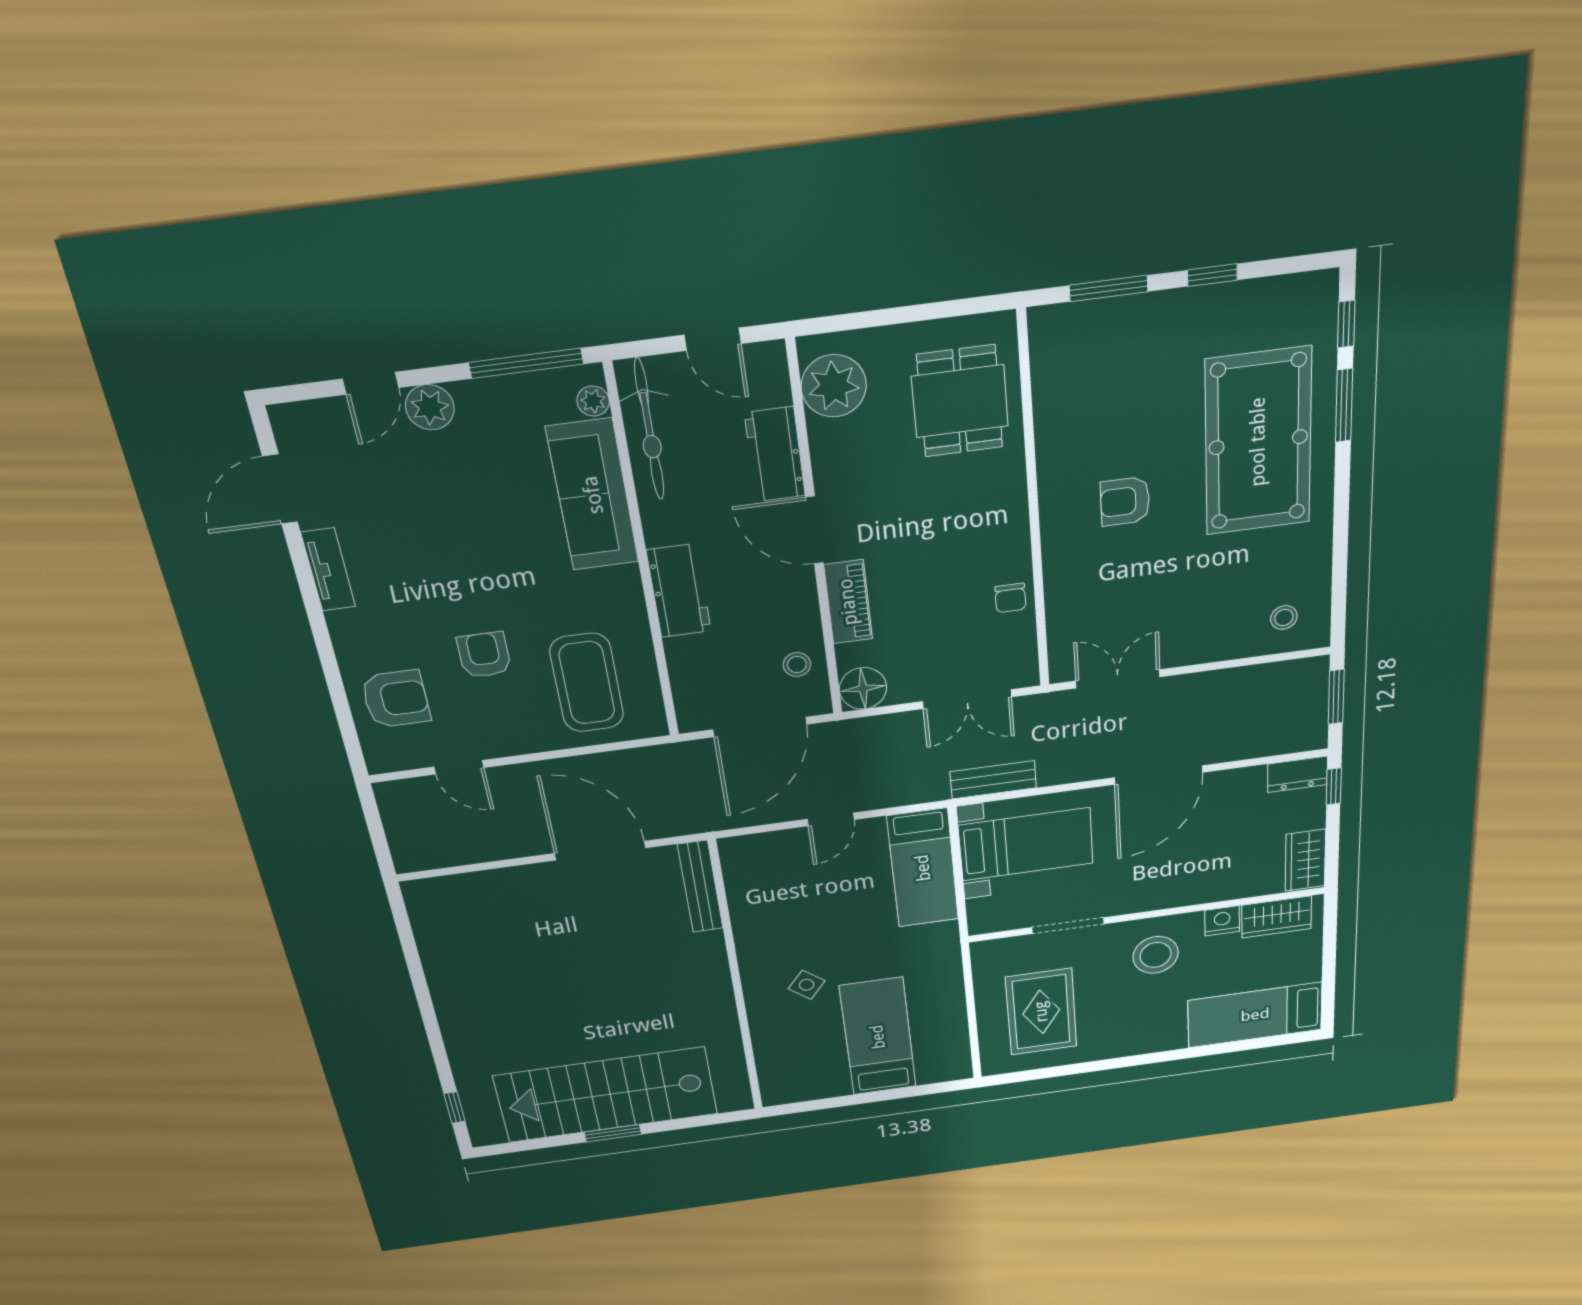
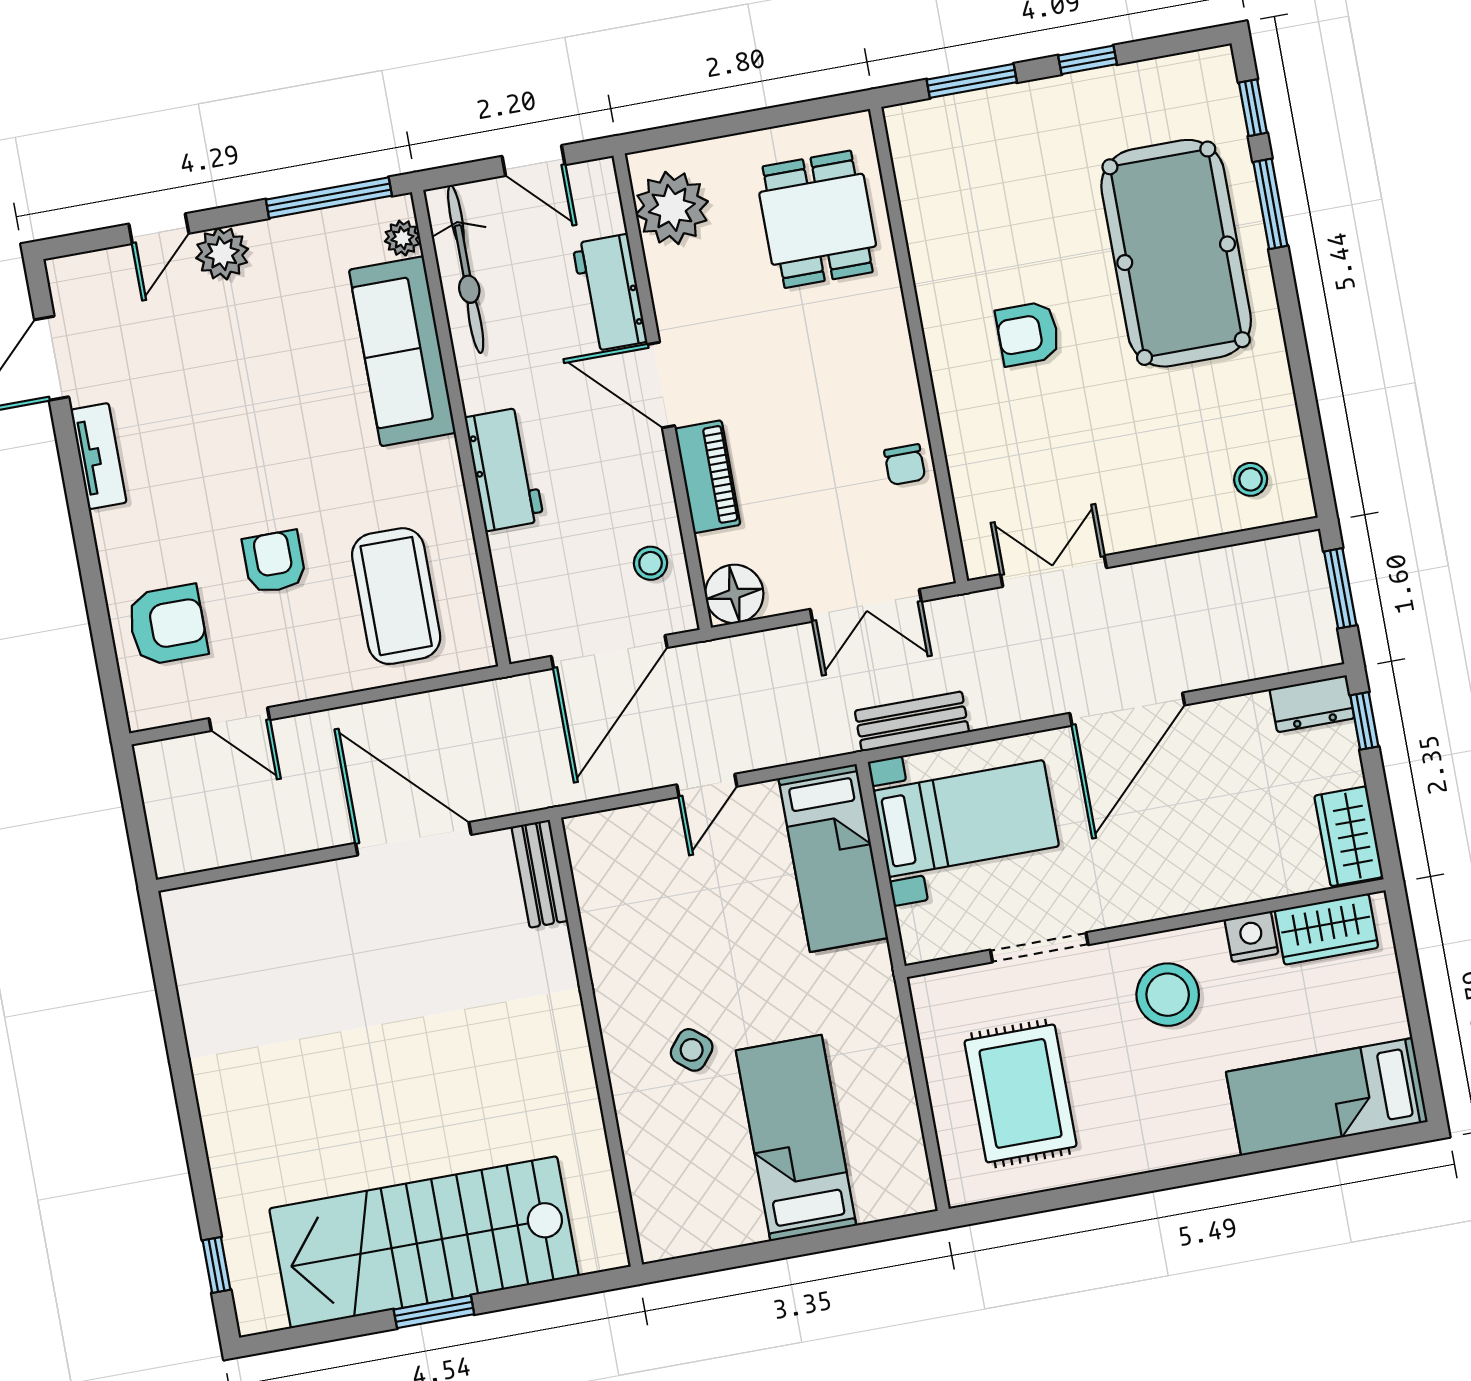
bench: (700, 887) -> (540, 874), width x0.73

